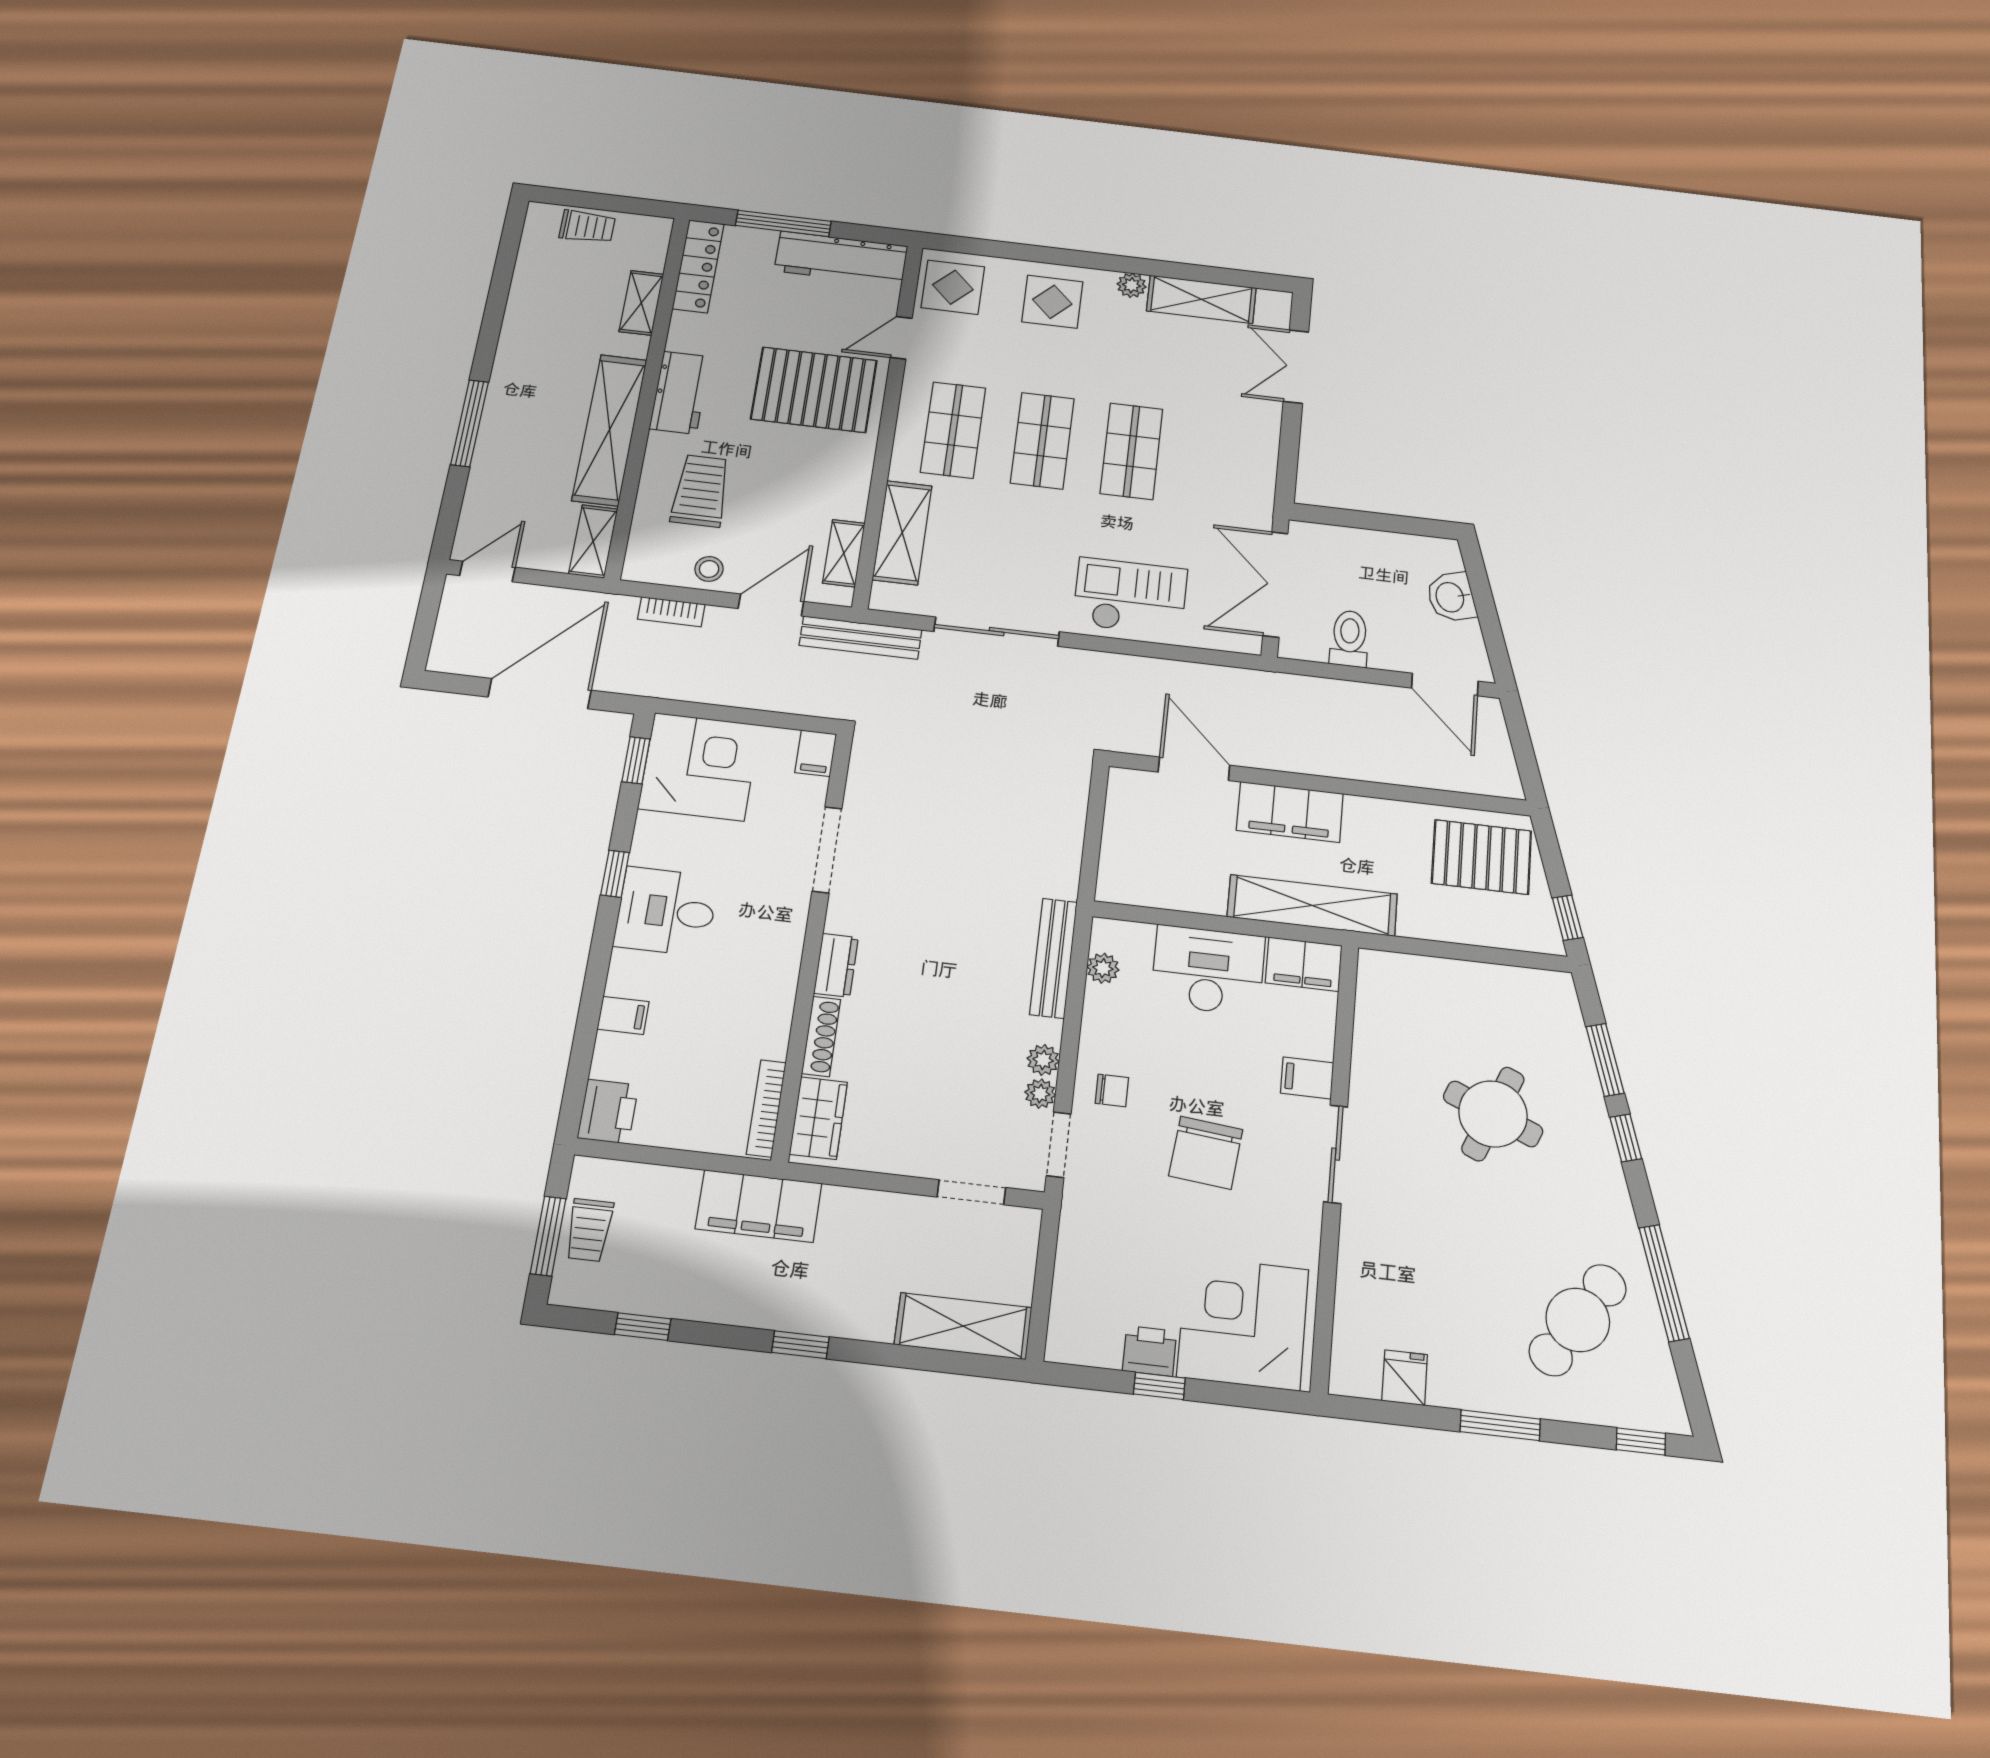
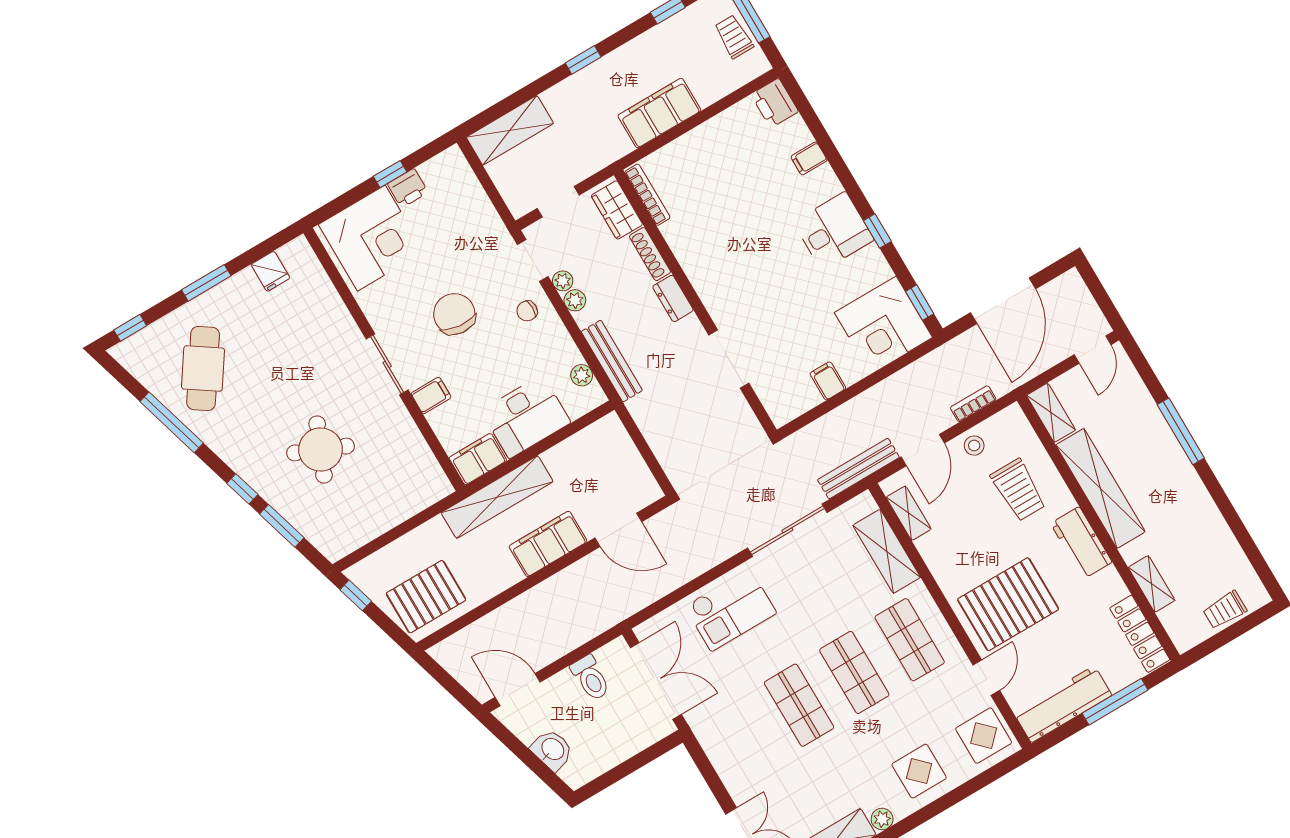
doorway: (827, 850) -> (729, 359), moved
wall: (813, 941) -> (695, 302), moved
dresser: (836, 965) -> (673, 298), moved
shoe rack: (821, 1036) -> (650, 254), moved
bookcase: (766, 1108) -> (647, 195), moved
wardrobe: (819, 1118) -> (617, 210), moved

